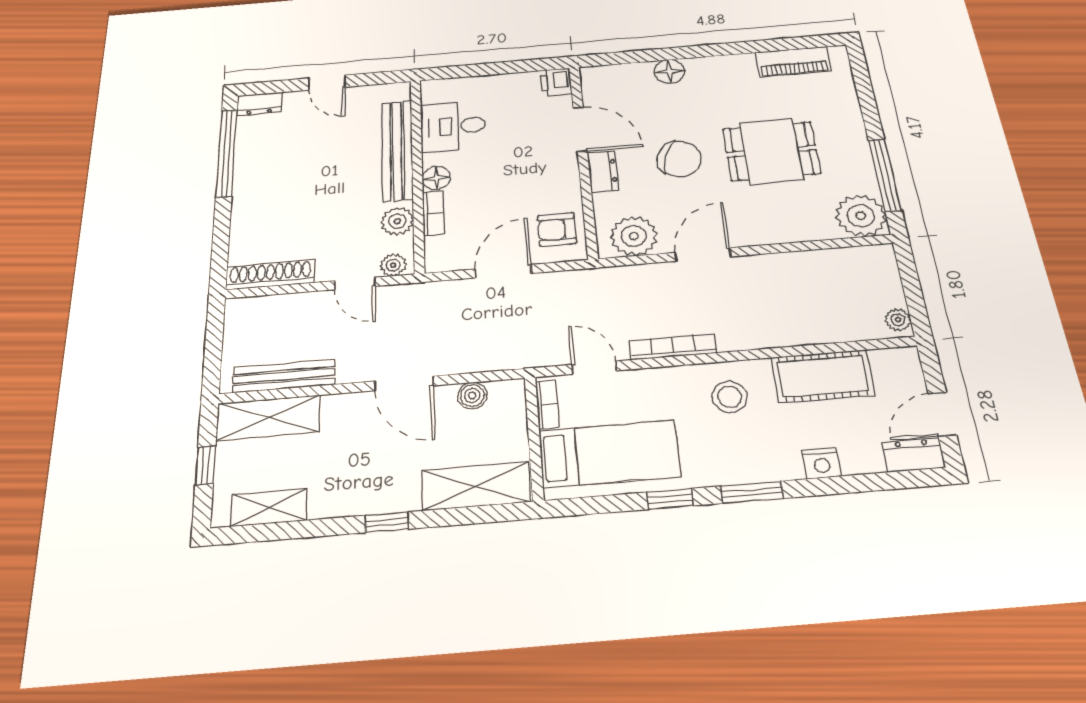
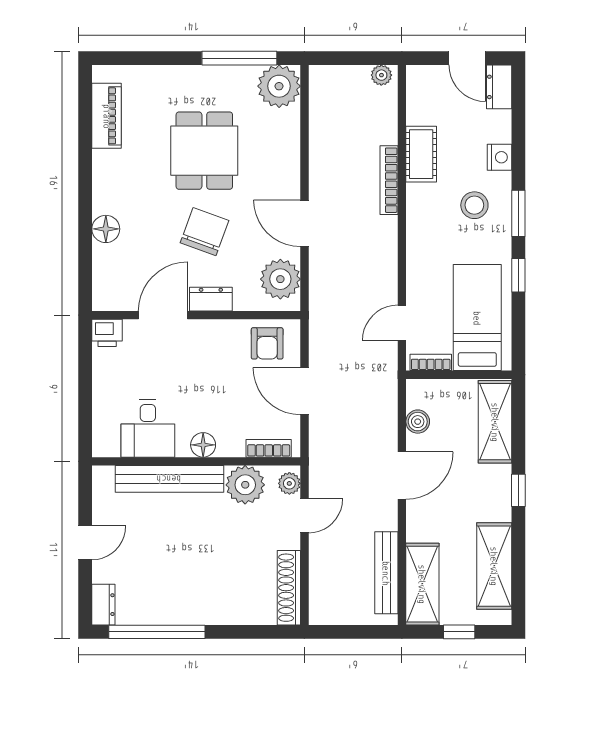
bookcase: (433, 213) -> (269, 448), moved
plant: (397, 221) -> (245, 485), width x1.36, depth x1.36
bookcase: (673, 347) -> (389, 180), moved
cot: (823, 376) -> (421, 154), width x0.73, depth x0.75
stool: (730, 397) -> (474, 205), moved
shelving: (269, 507) -> (494, 566), width x1.50, depth x1.33

